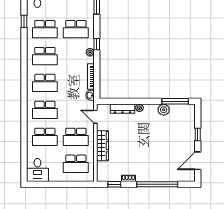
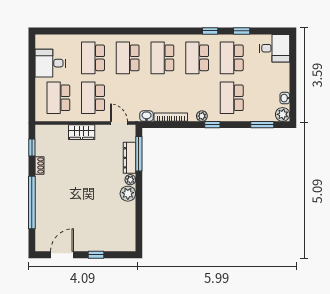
window: (24, 46) -> (210, 31), added
window: (175, 101) -> (139, 154), moved
plant: (164, 110) -> (128, 194), moved
door: (95, 117) -> (119, 123), hinge flipped
wardrobe: (103, 146) -> (82, 132), width x0.67
door: (198, 161) -> (62, 255), hinge flipped
desk: (37, 170) -> (50, 63), moved

